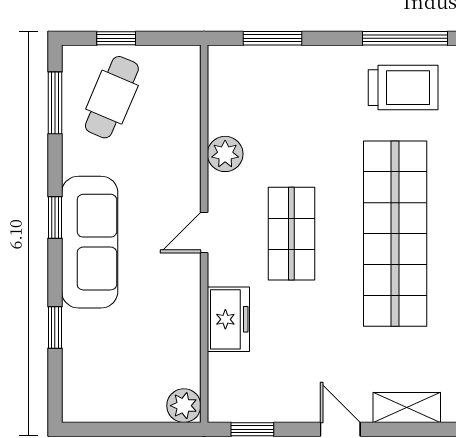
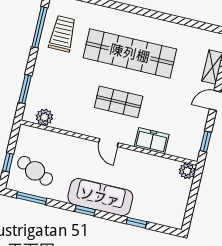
plant: (225, 154) -> (44, 117), moved

